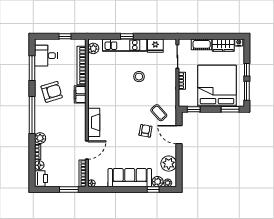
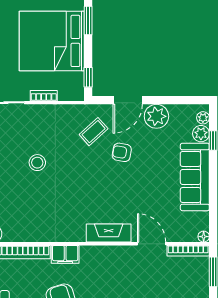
plant: (169, 164) -> (156, 116), moved

